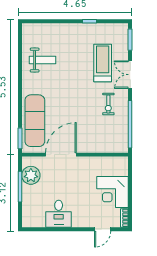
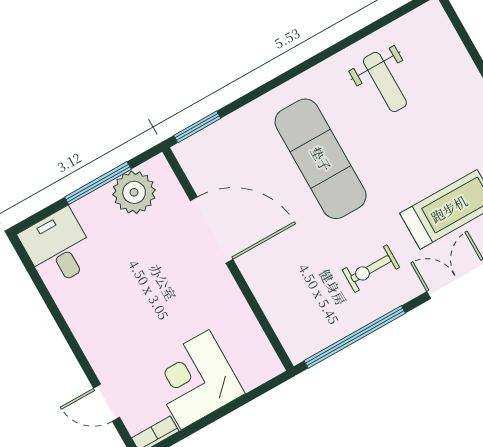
exercise mat: (35, 121) -> (321, 159), moved, turned 90
desk: (59, 214) -> (58, 248), moved, turned 90

